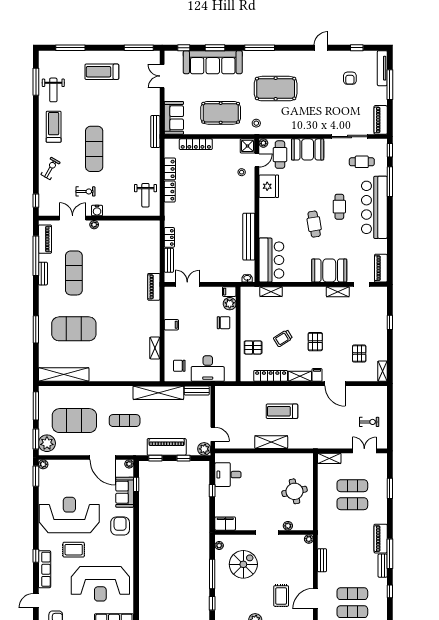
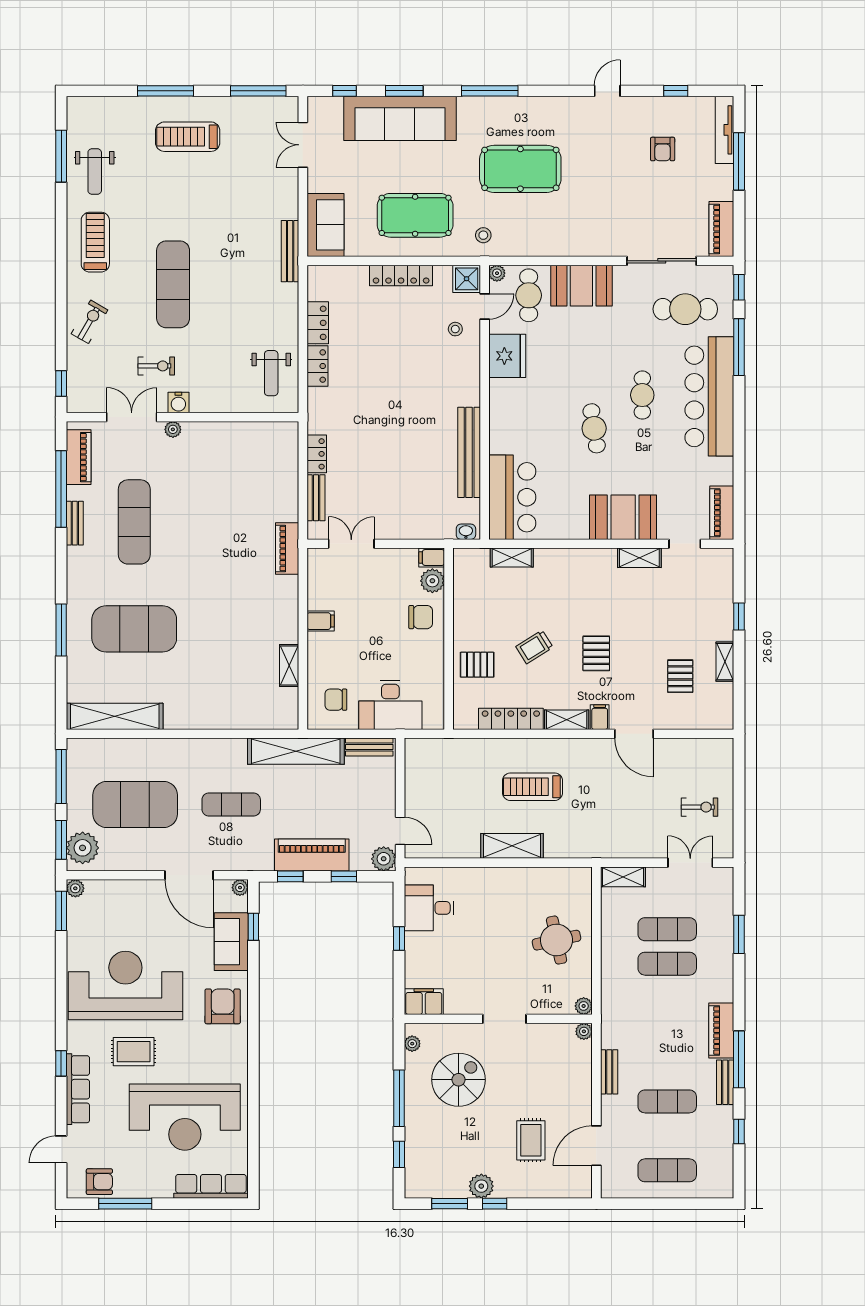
window: (70, 48) -> (166, 91), moved
locker: (196, 144) -> (401, 275), moved
cafe table: (362, 162) -> (685, 309), width x1.37, depth x1.35
shelving: (382, 371) -> (725, 662), moved
plant: (288, 526) -> (584, 1006), moved
exercise mat: (352, 594) -> (667, 1101), moved

